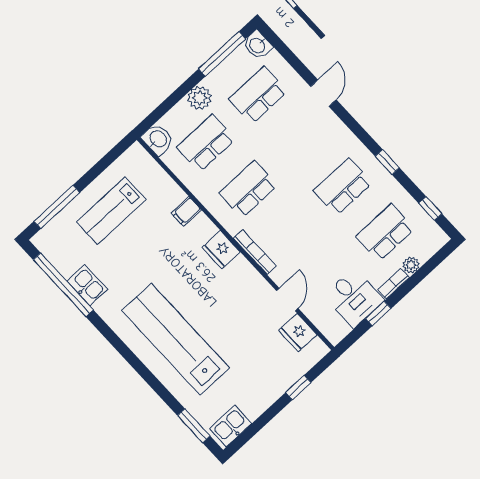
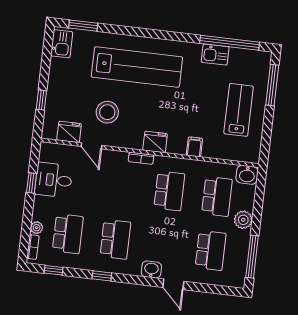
washbasin: (258, 45) -> (151, 270), moved
bookcase: (255, 252) -> (141, 158), width x0.64
bookcase: (394, 284) -> (33, 247), moved
stool: (243, 320) -> (107, 112), added

